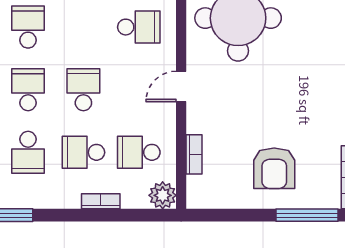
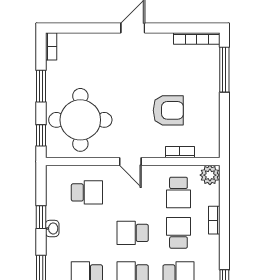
school desk: (139, 27) -> (87, 192), turned 90
school desk: (83, 152) -> (178, 233), turned 180
armchair: (274, 168) -> (168, 110), moved

